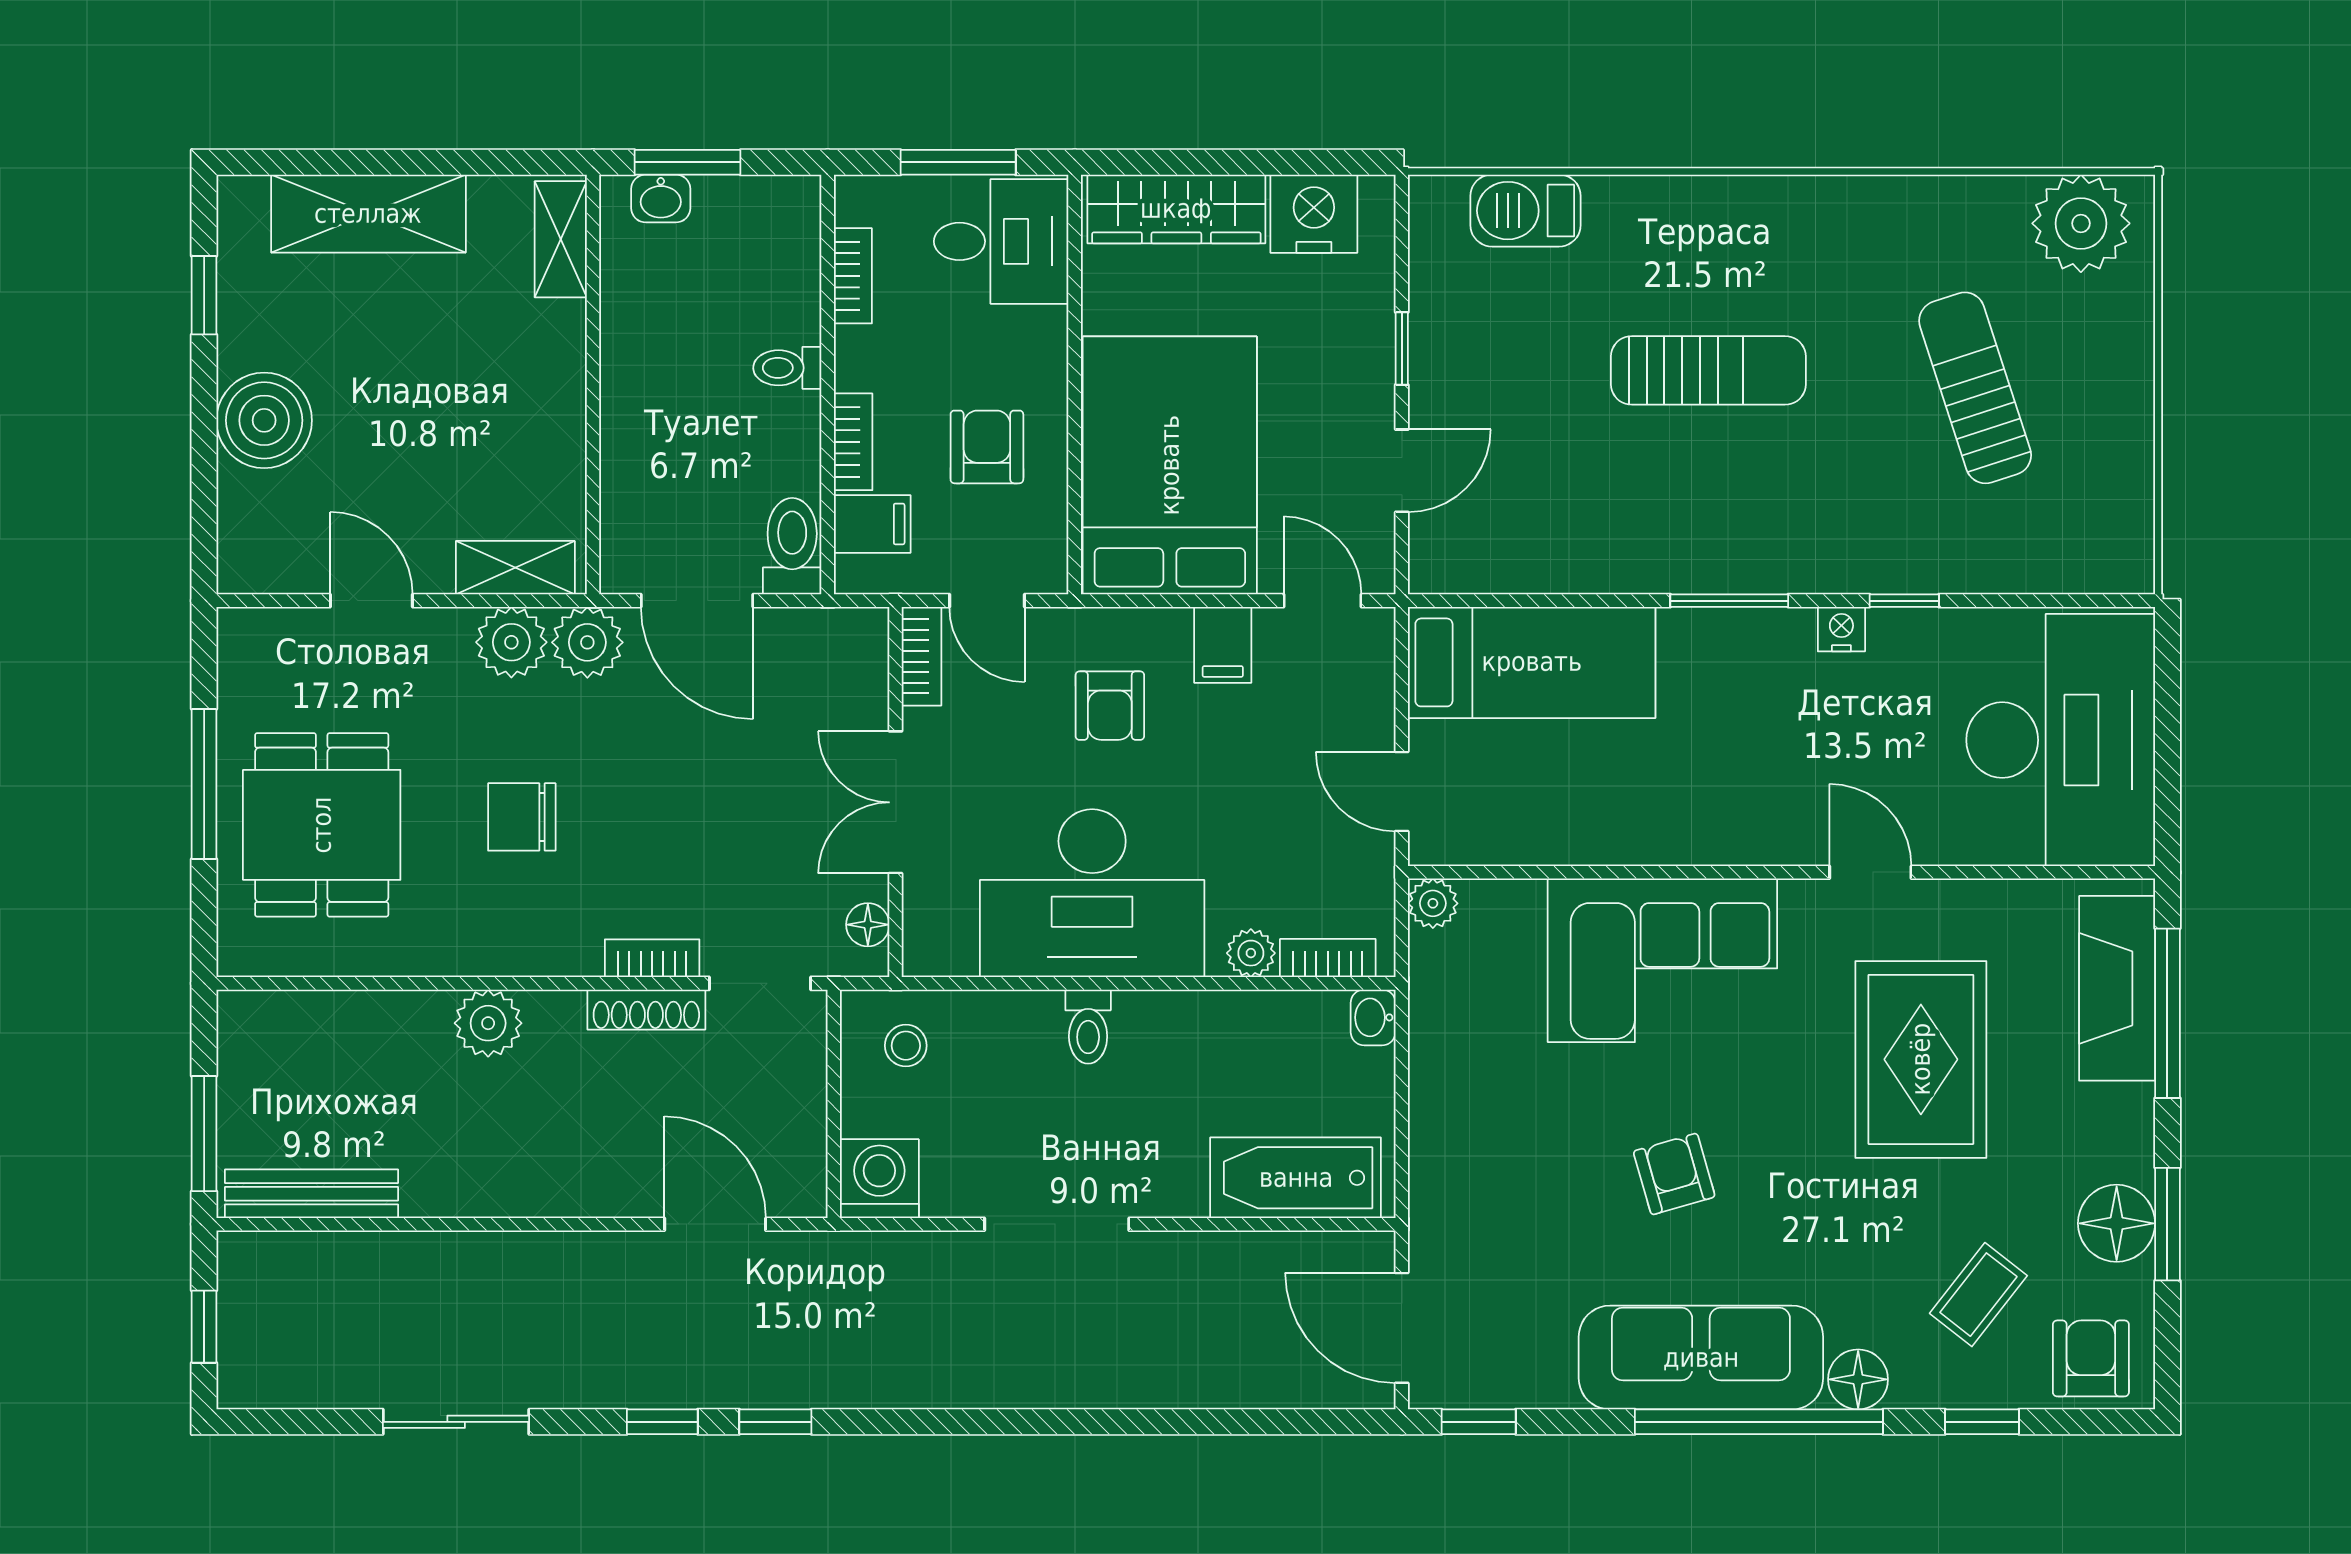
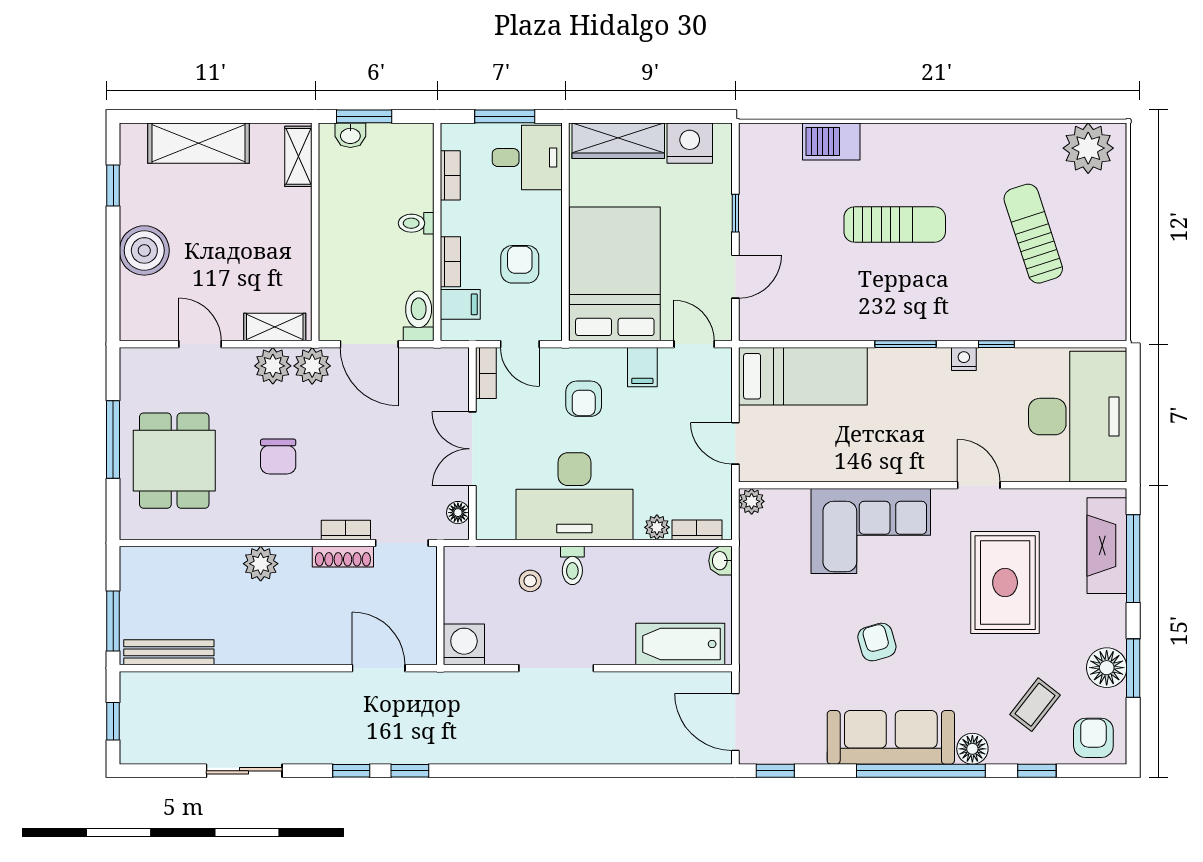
barbecue: (1526, 211) -> (831, 141), moved
chair: (522, 817) -> (278, 457), turned -90
stool: (906, 1046) -> (530, 581), moved

